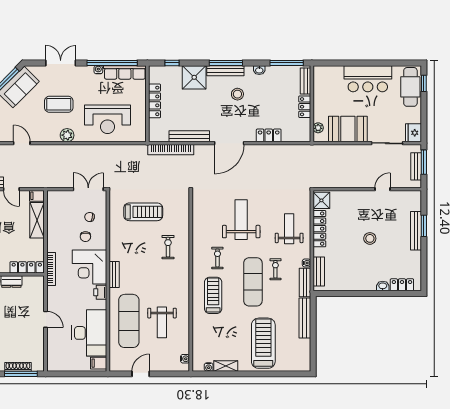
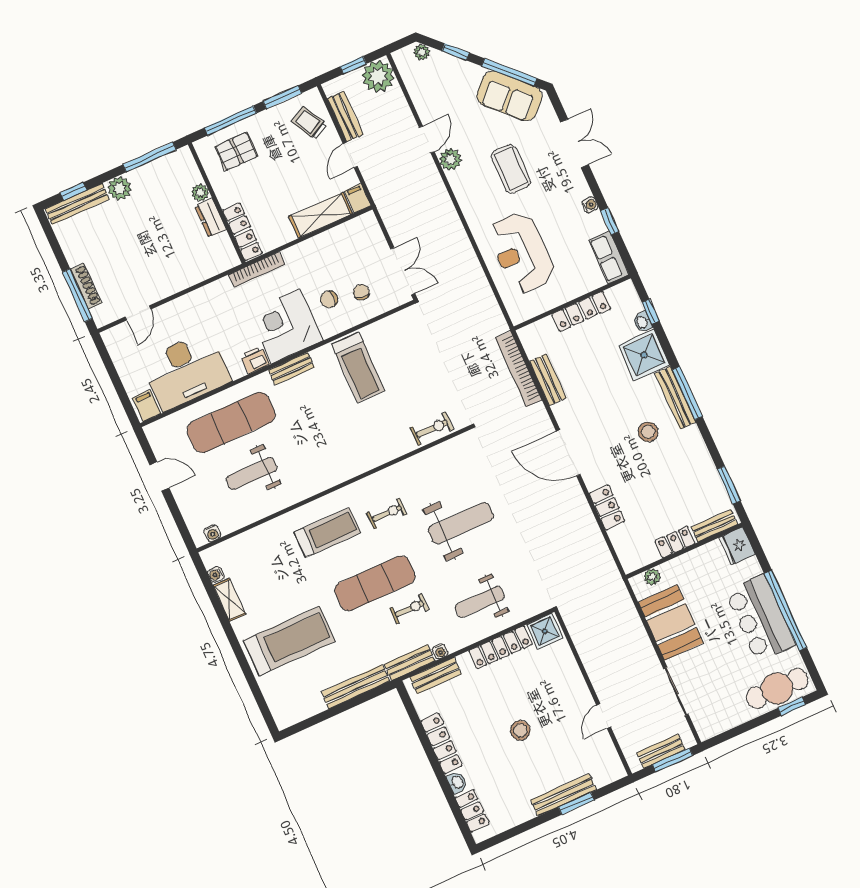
window: (112, 63) -> (610, 221), width x0.32
window: (287, 63) -> (729, 485), width x0.69
window: (370, 63) -> (785, 610), added
washbasin: (259, 70) -> (642, 322), moved
row of seats: (125, 72) -> (609, 257), width x0.68
fridge: (413, 133) -> (737, 546), moved, turned -90
plant: (67, 135) -> (450, 159), moved
bench: (189, 136) -> (548, 380), width x0.73
door: (383, 189) -> (604, 716), swing flipped
treadmill: (143, 212) -> (358, 368), moved
weight bench: (289, 229) -> (480, 602), turned 180
exercise bike: (168, 247) -> (432, 429), moved
locker: (357, 285) -> (441, 743), added
door: (46, 319) -> (138, 313), moved

